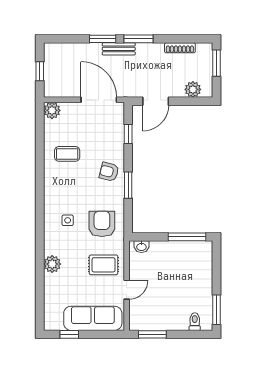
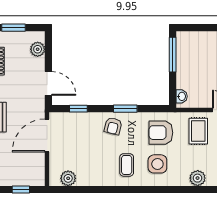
plant: (52, 110) -> (68, 178), moved
coffee table: (67, 154) -> (127, 165), moved
side table: (68, 220) -> (157, 164), width x1.87, depth x1.87

